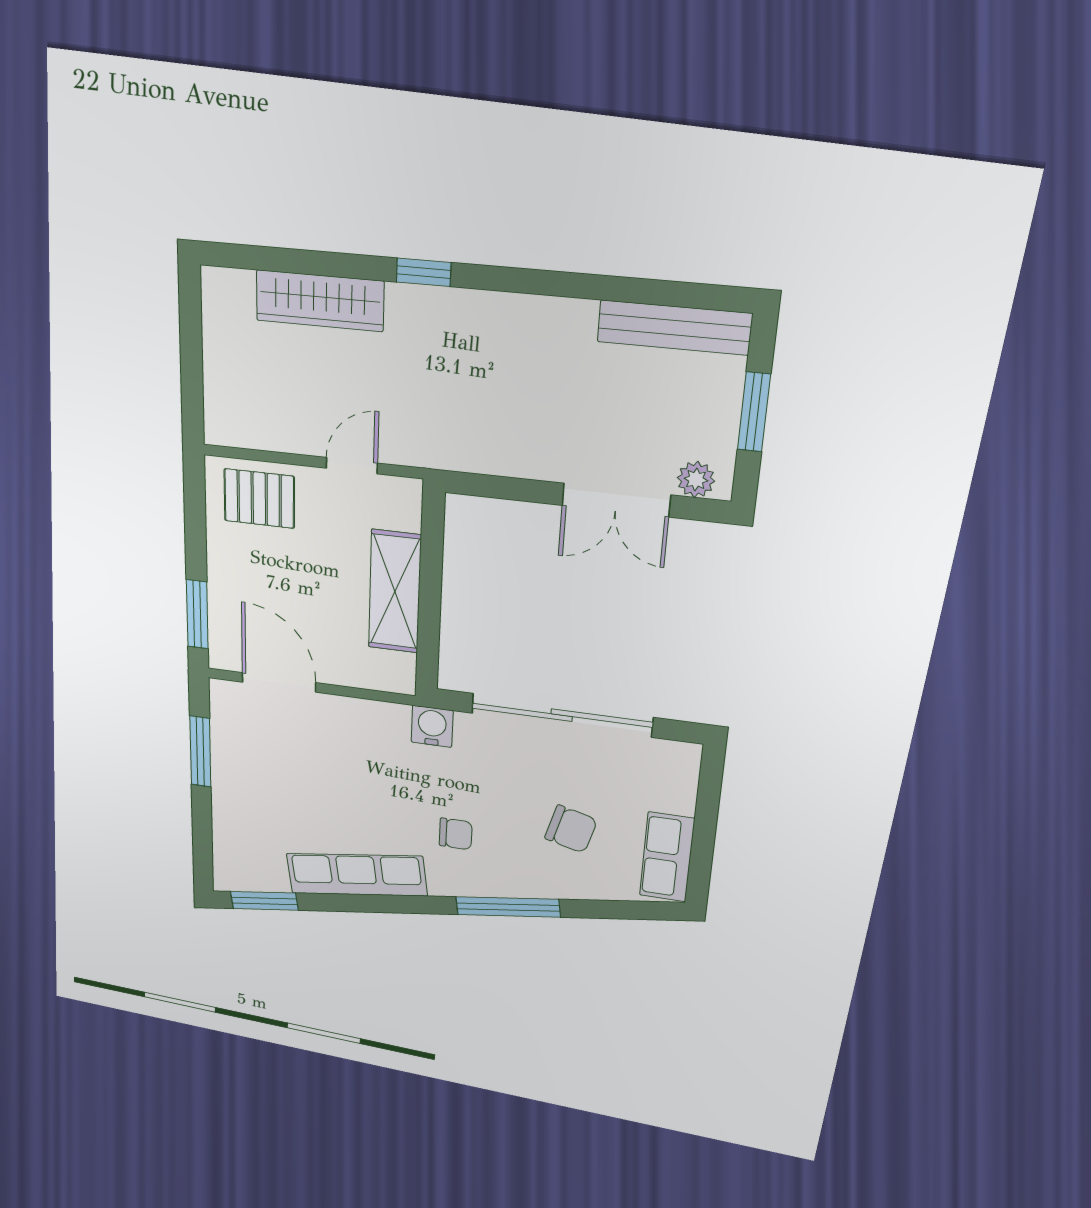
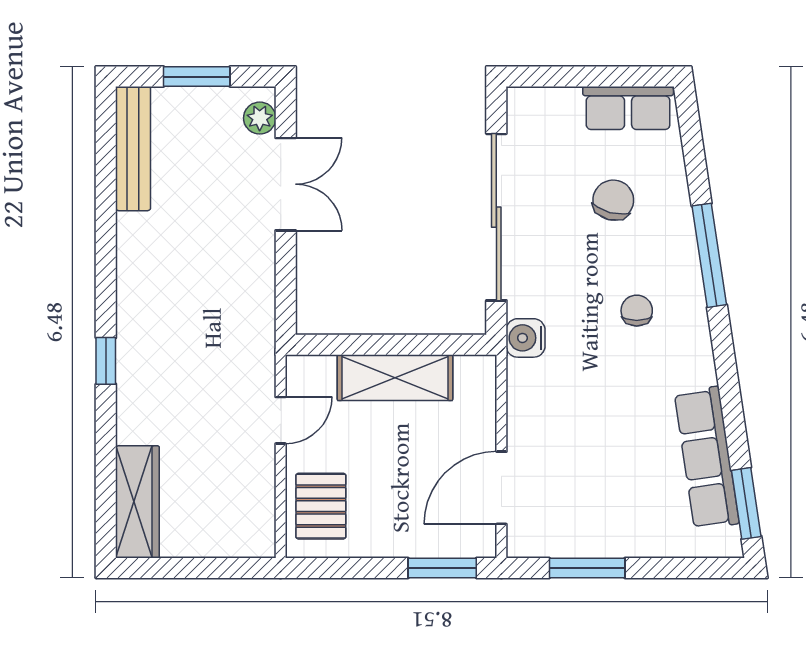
wardrobe: (320, 301) -> (137, 502), moved
door: (352, 466) -> (281, 420), swing flipped
row of seats: (357, 875) -> (707, 458), moved

